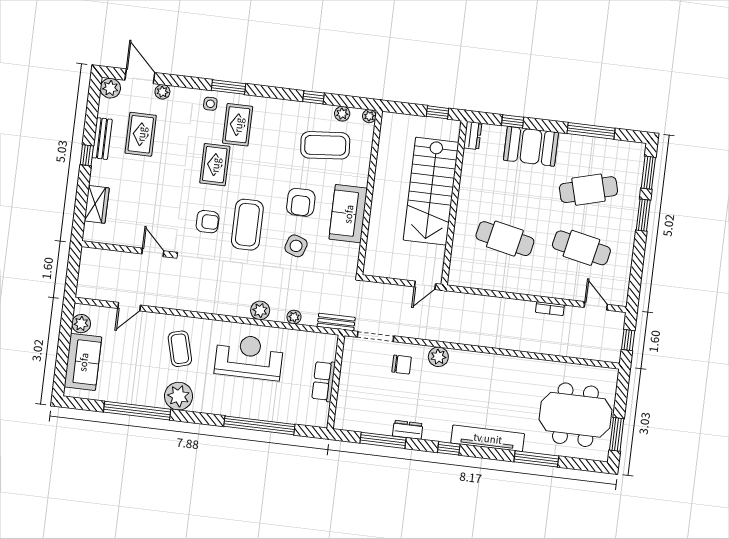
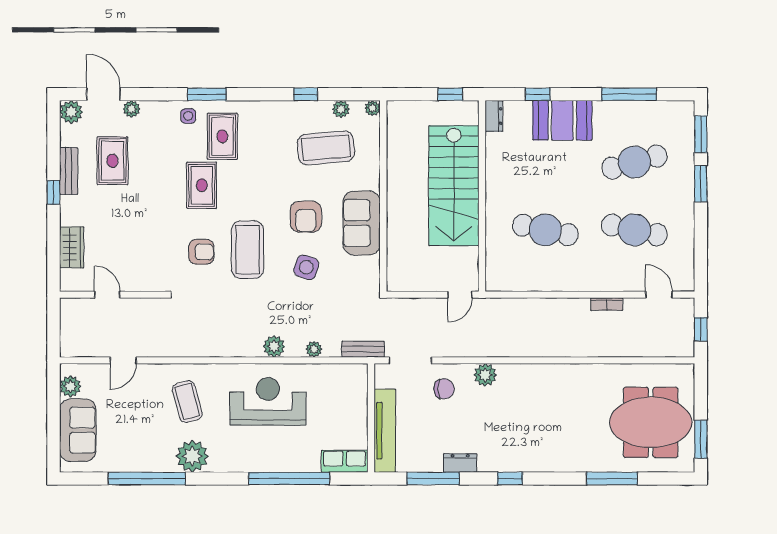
door: (153, 252) -> (107, 295), moved
row of seats: (324, 381) -> (345, 461), moved, turned 90
tv unit: (488, 438) -> (385, 431), moved, turned 90

